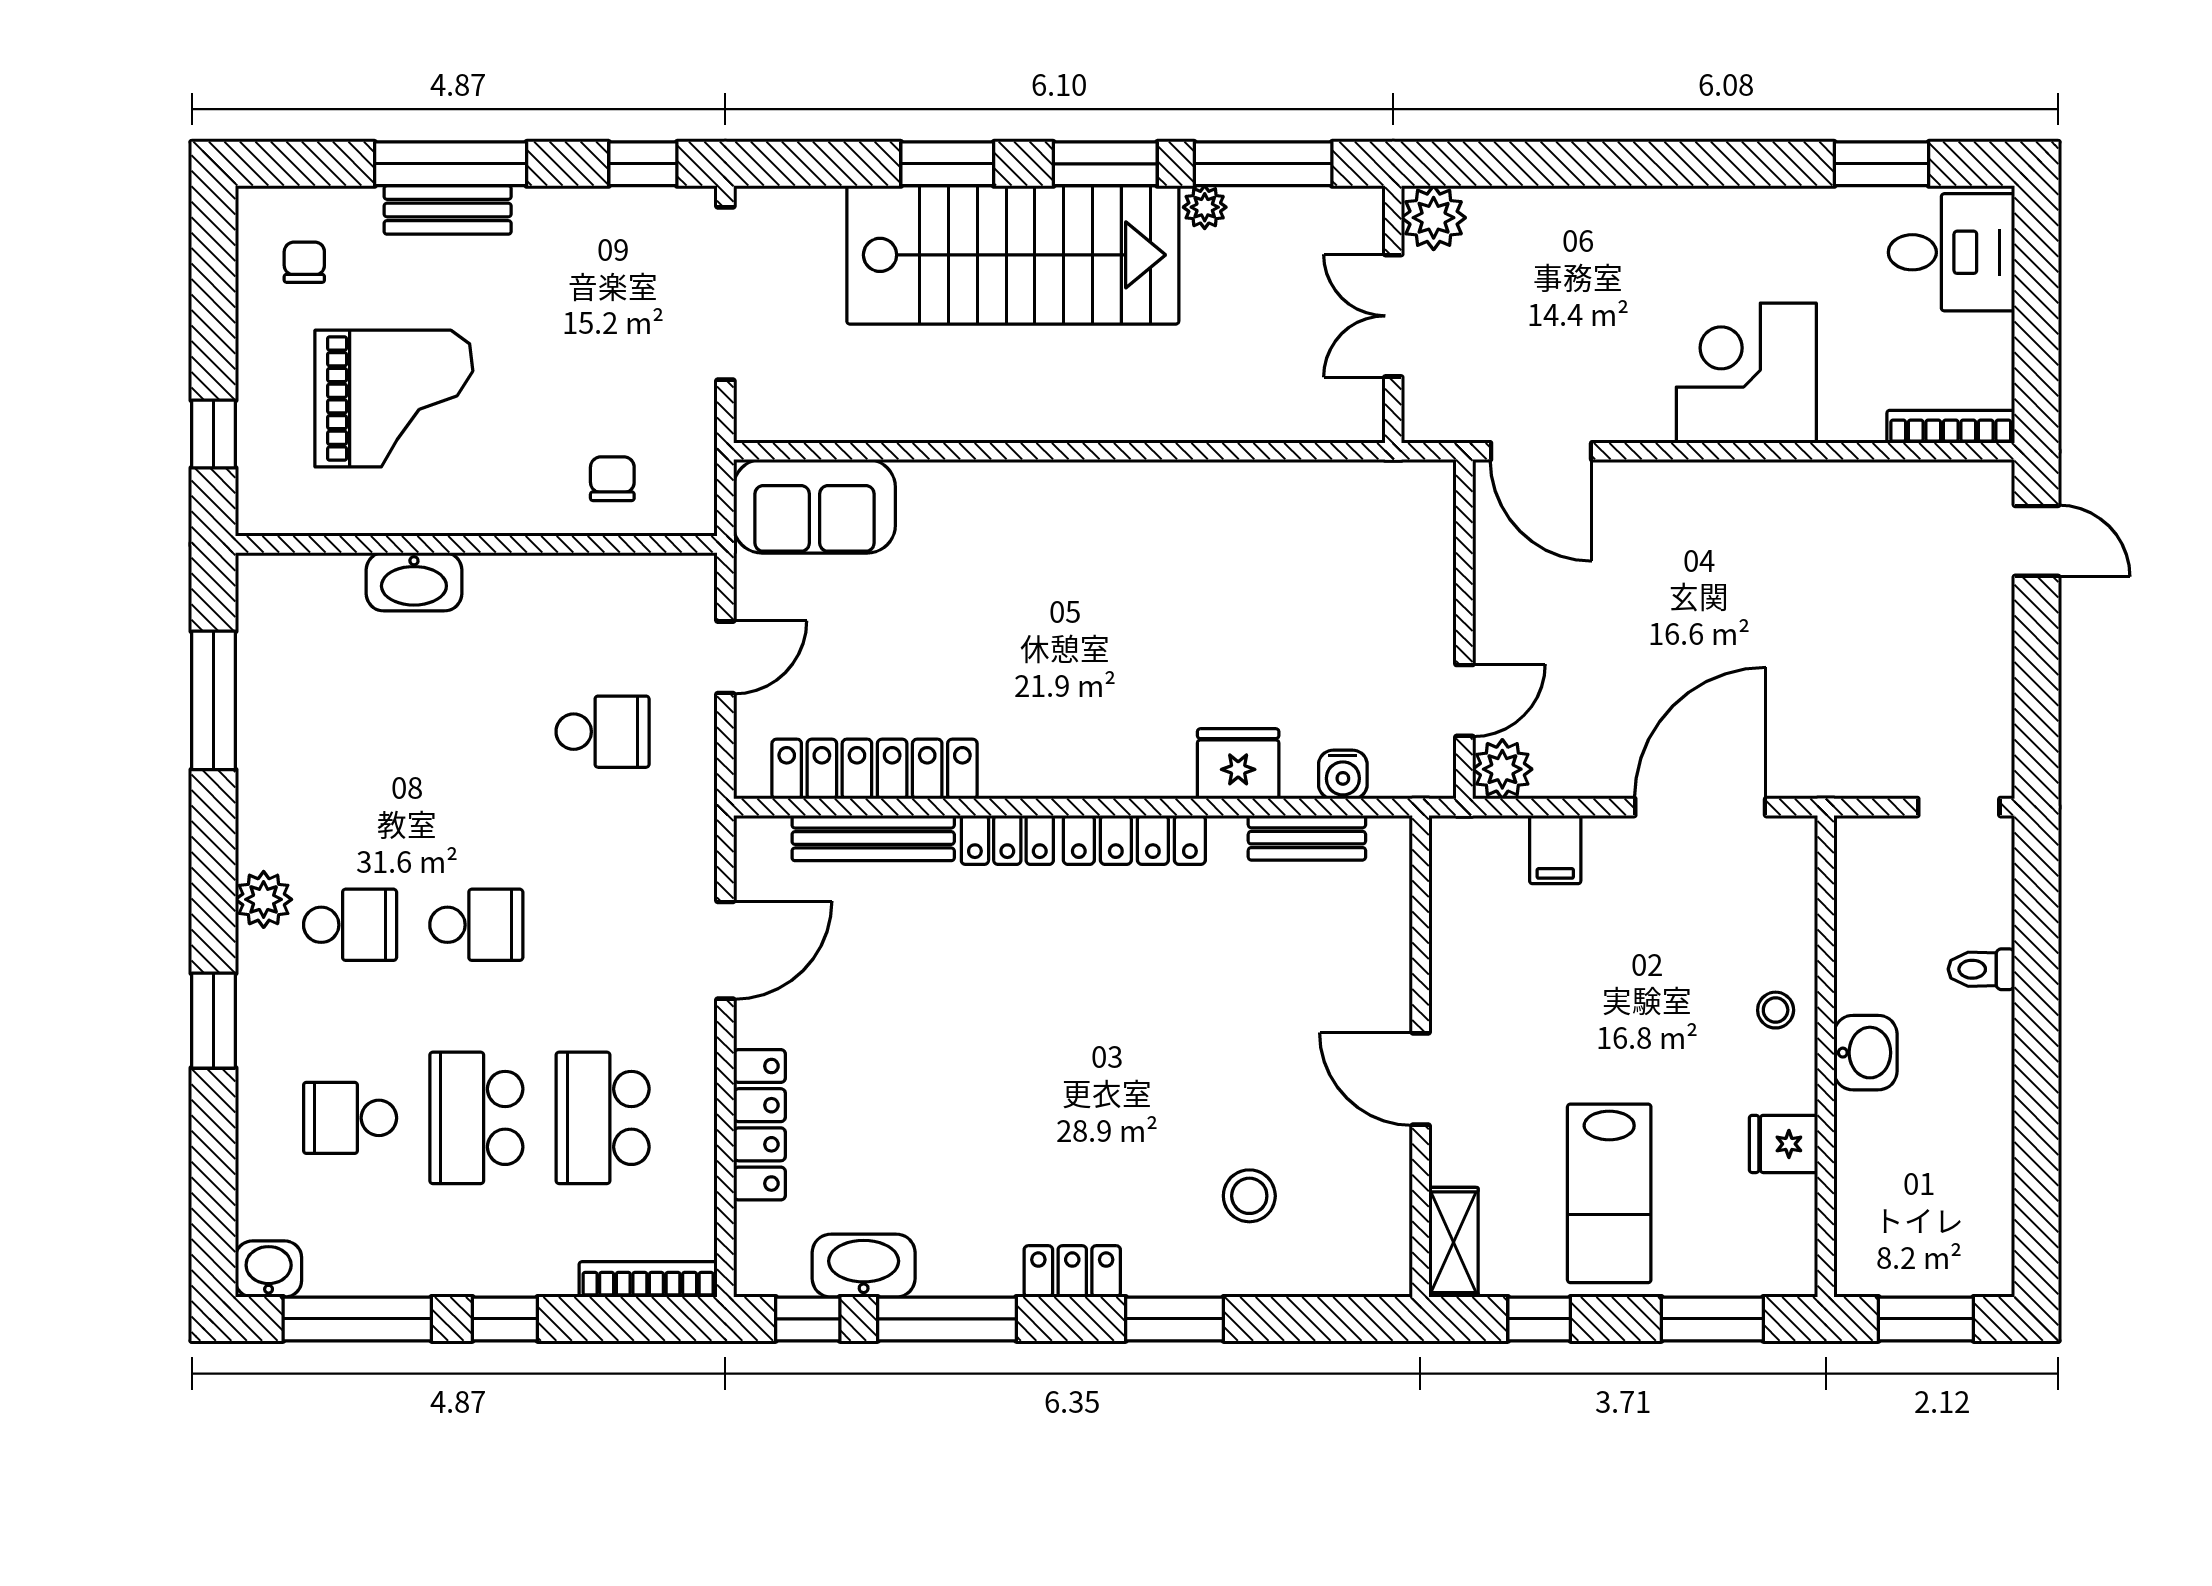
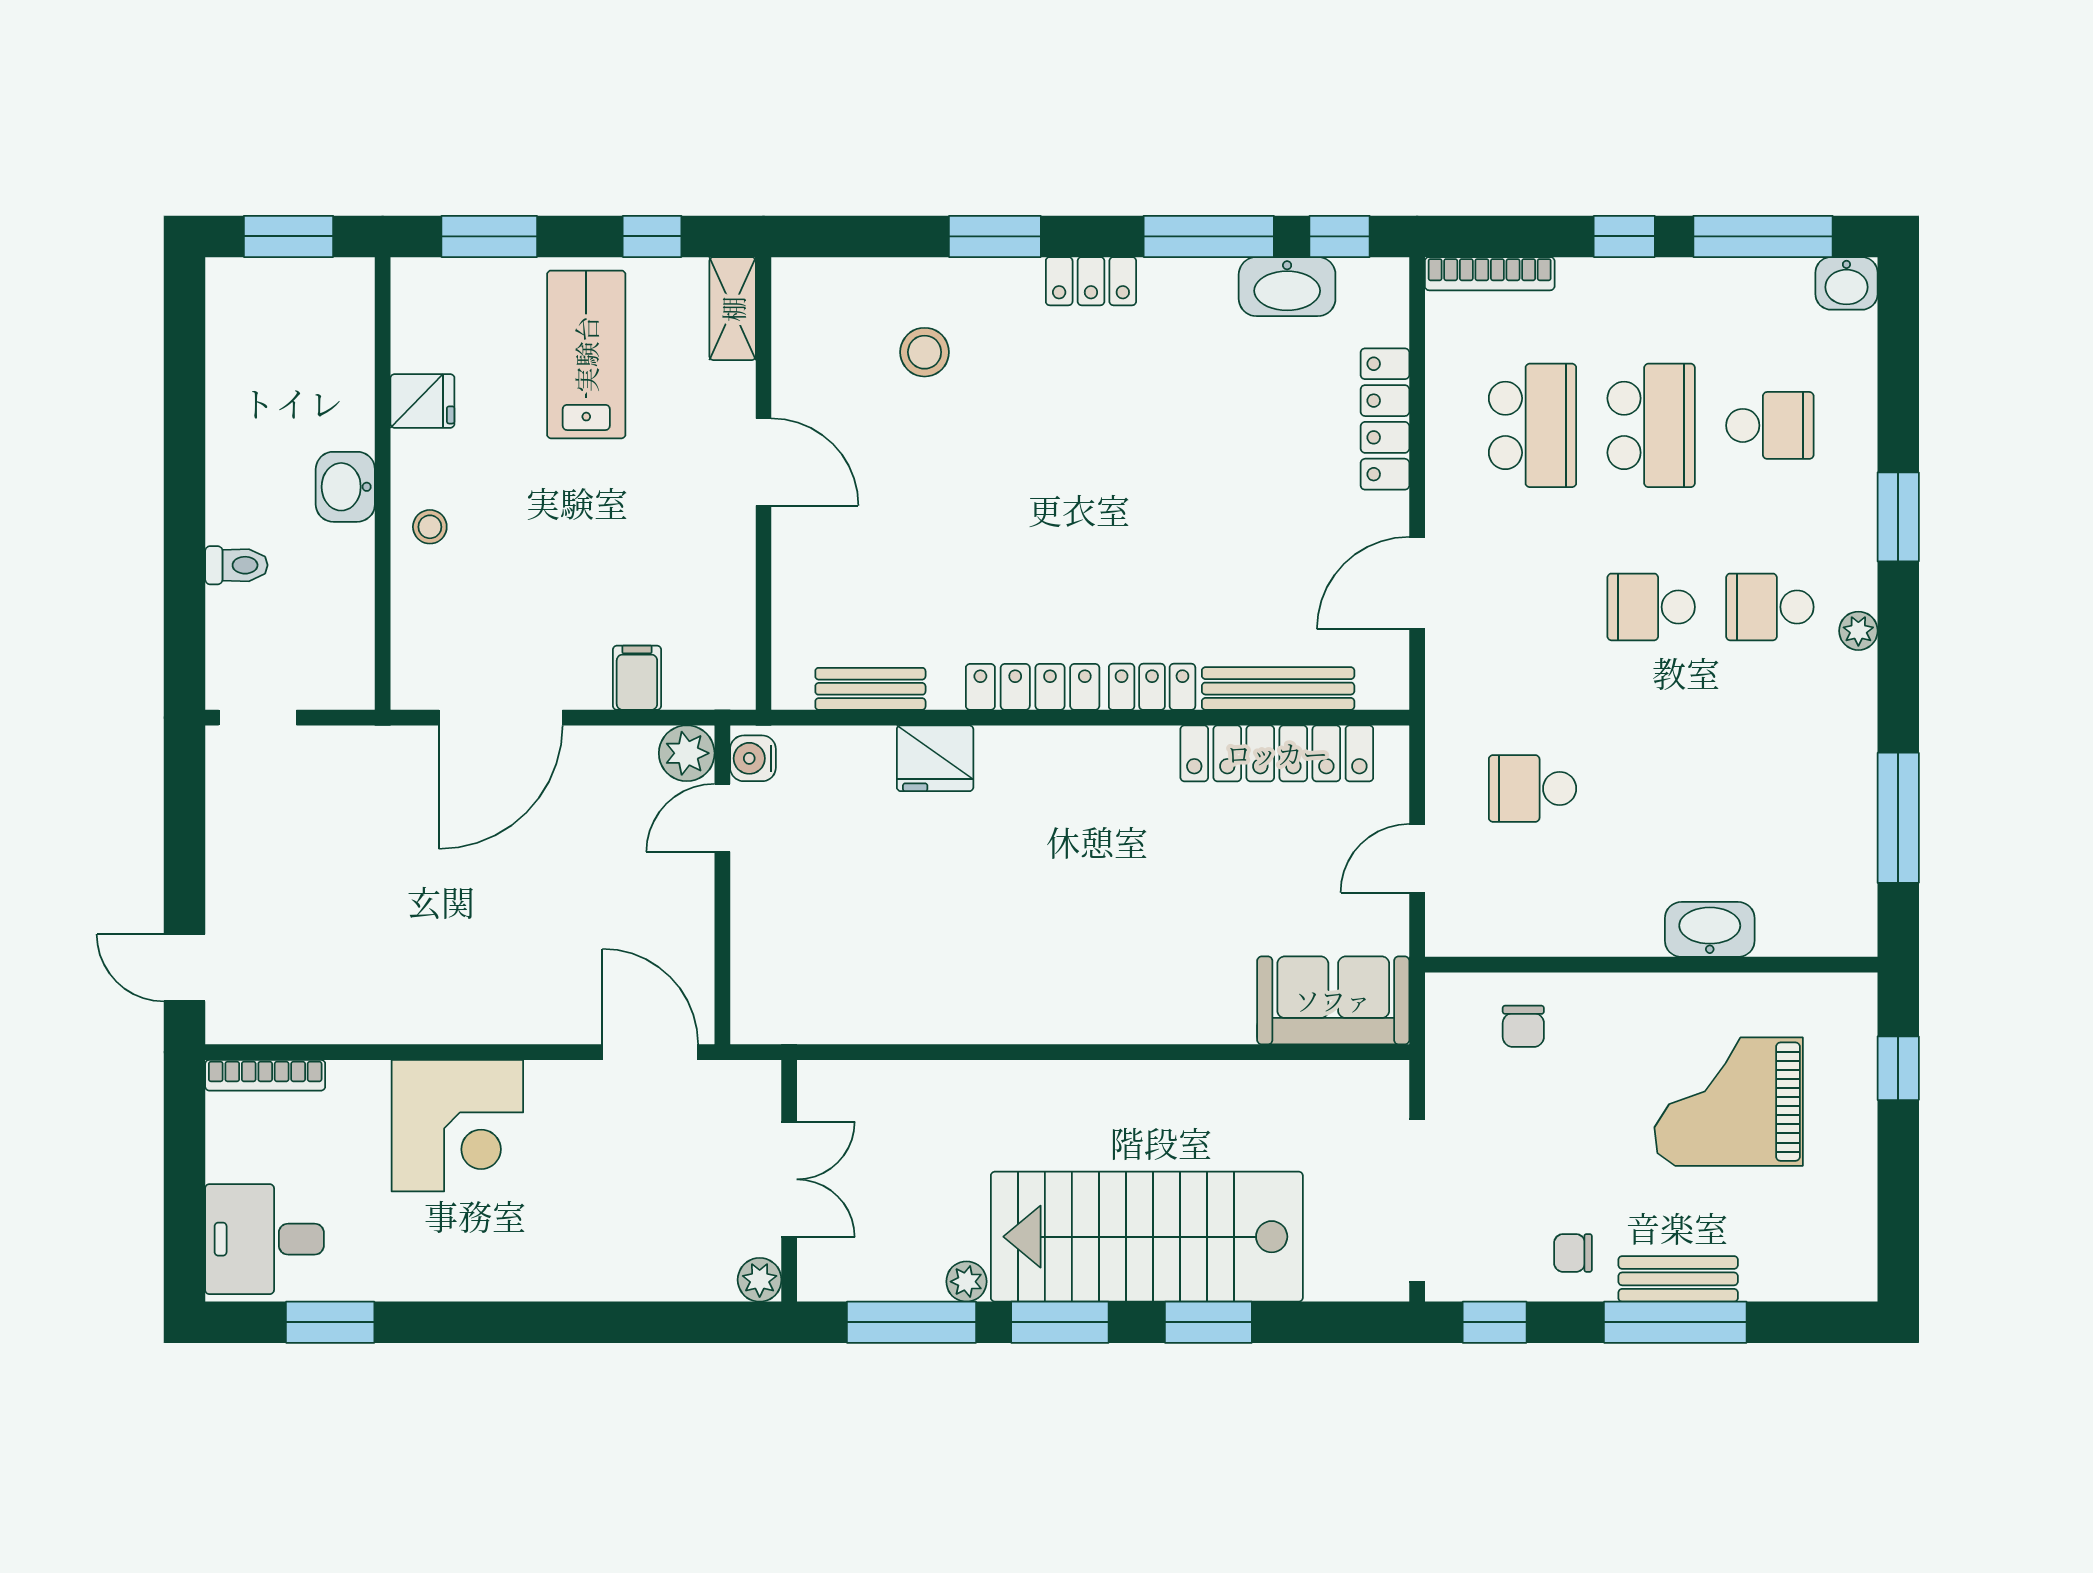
plant: (1434, 218) -> (760, 1280), width x0.73, depth x0.73
chair: (304, 262) -> (1573, 1253), moved, turned 90
water cooler: (1343, 775) -> (753, 758), moved, turned -90
plant: (264, 899) -> (1858, 631), width x0.73, depth x0.73

